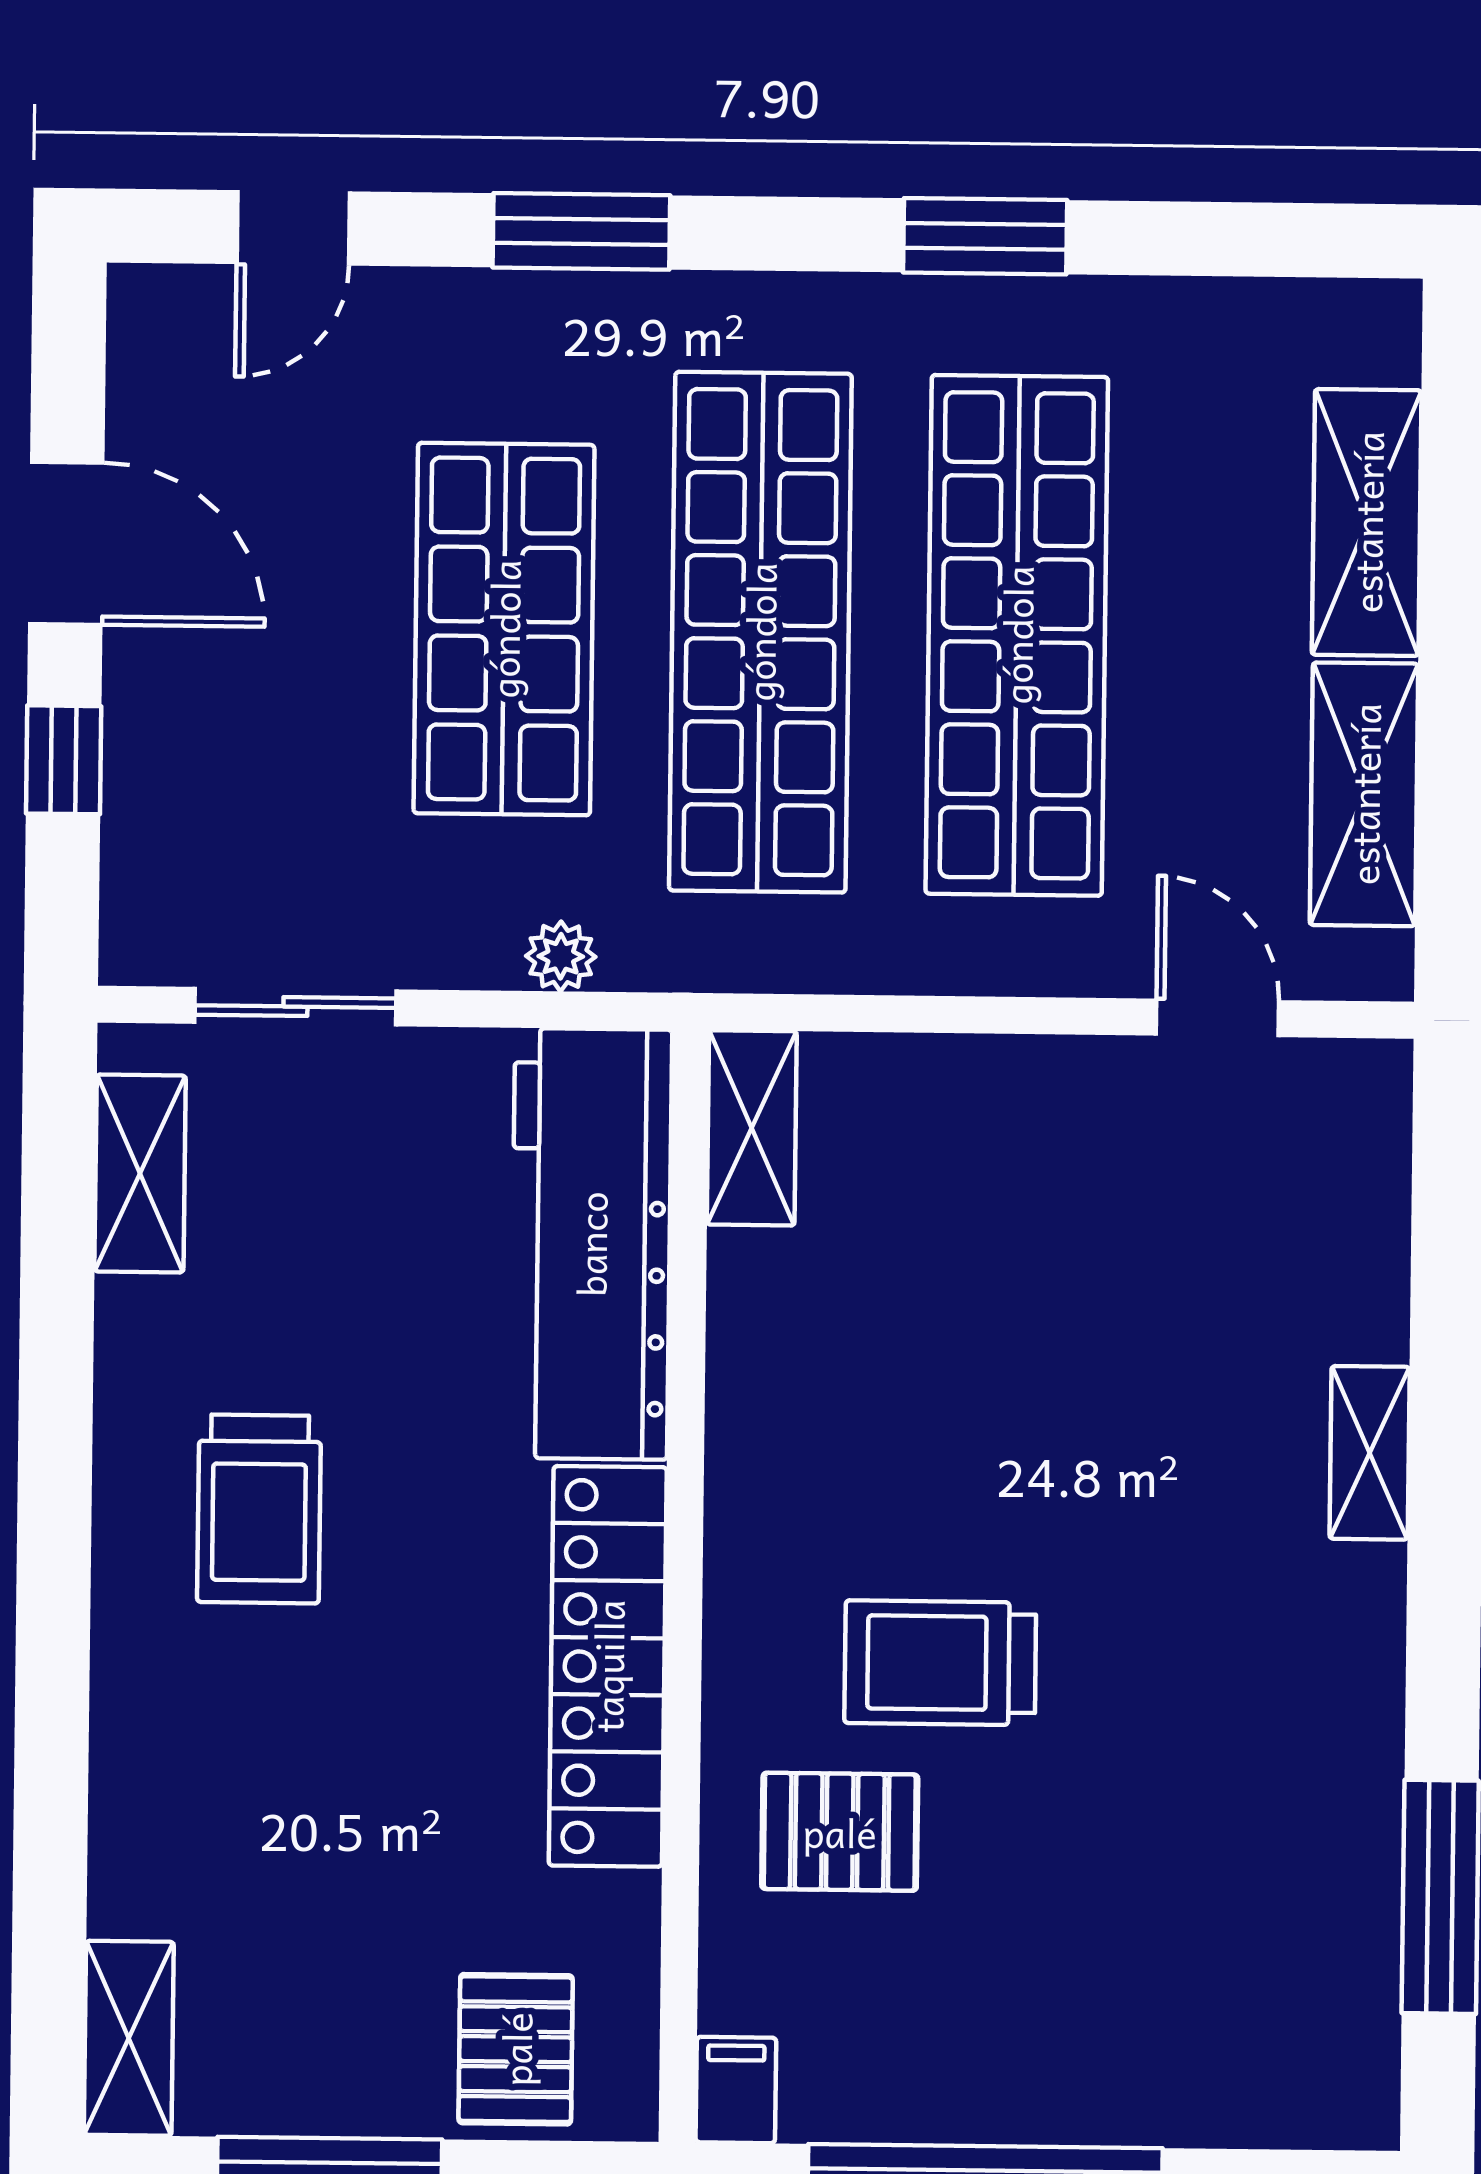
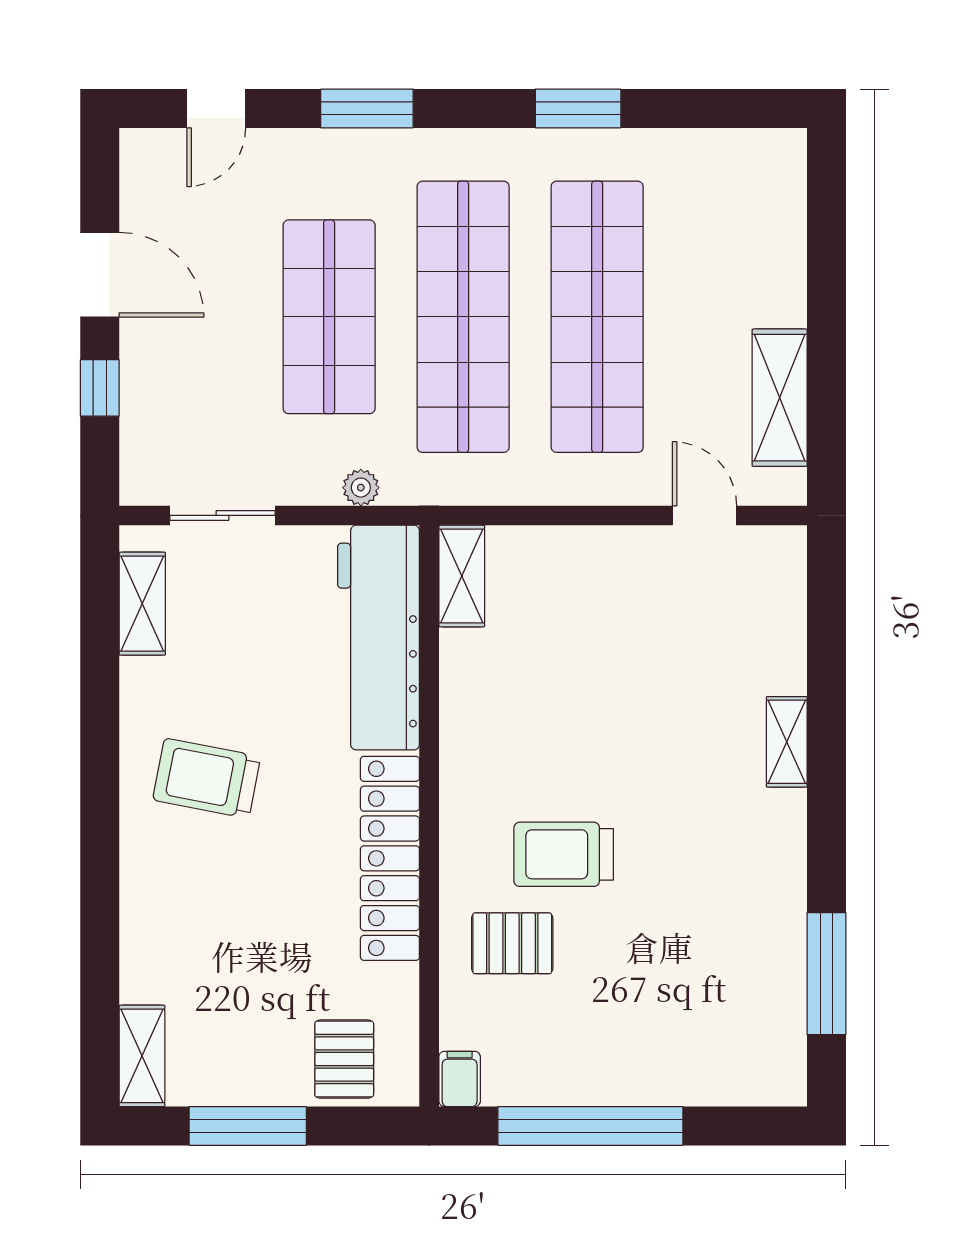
shelving: (1367, 522) -> (779, 256), removed
trolley: (259, 1509) -> (207, 778), turned 101

